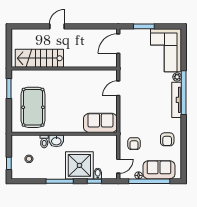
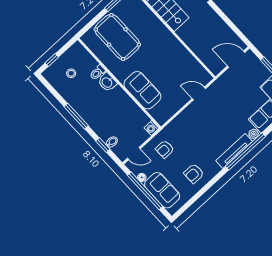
pool table: (33, 107) -> (117, 37), turned 90
sofa: (100, 123) -> (142, 90), moved
washing machine: (112, 140) -> (152, 128), added
shower: (79, 165) -> (105, 120), removed

